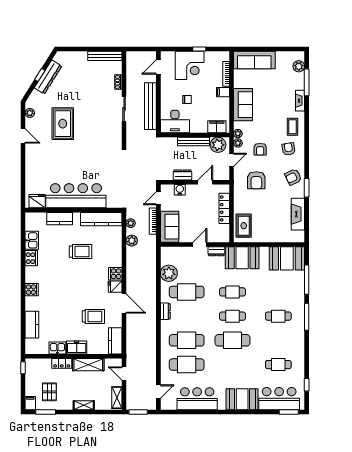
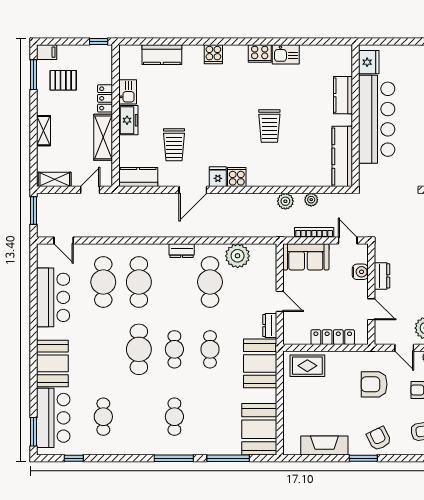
bar counter: (76, 196) -> (377, 119), moved
fridge: (37, 201) -> (369, 62), moved
wall: (74, 210) -> (356, 116), moved
kitchen counter: (60, 219) -> (343, 95), moved
kitchen counter: (101, 219) -> (342, 156), moved

